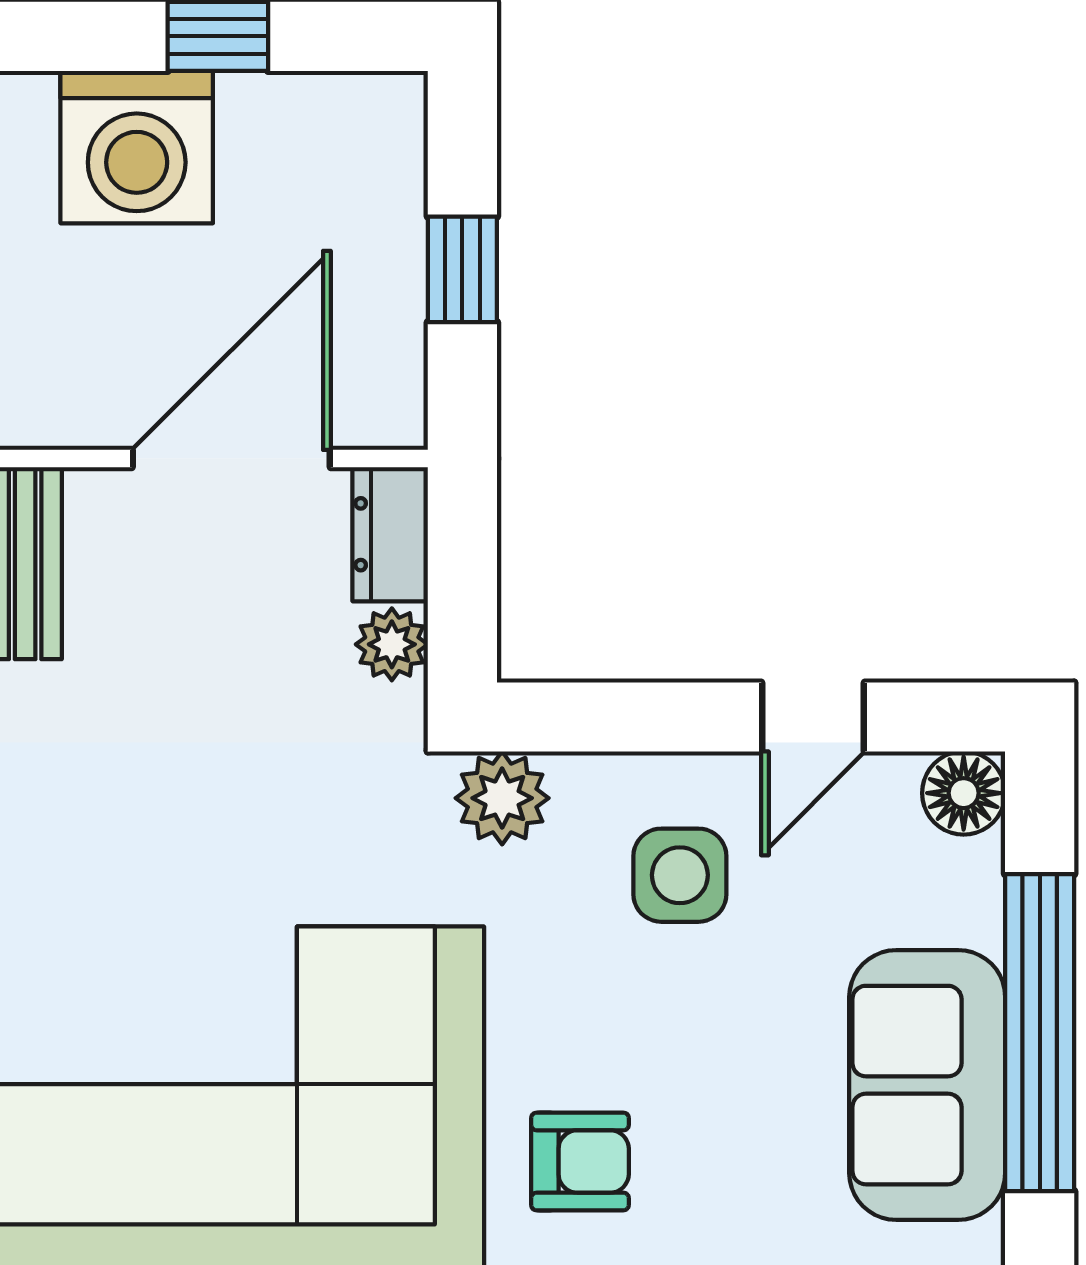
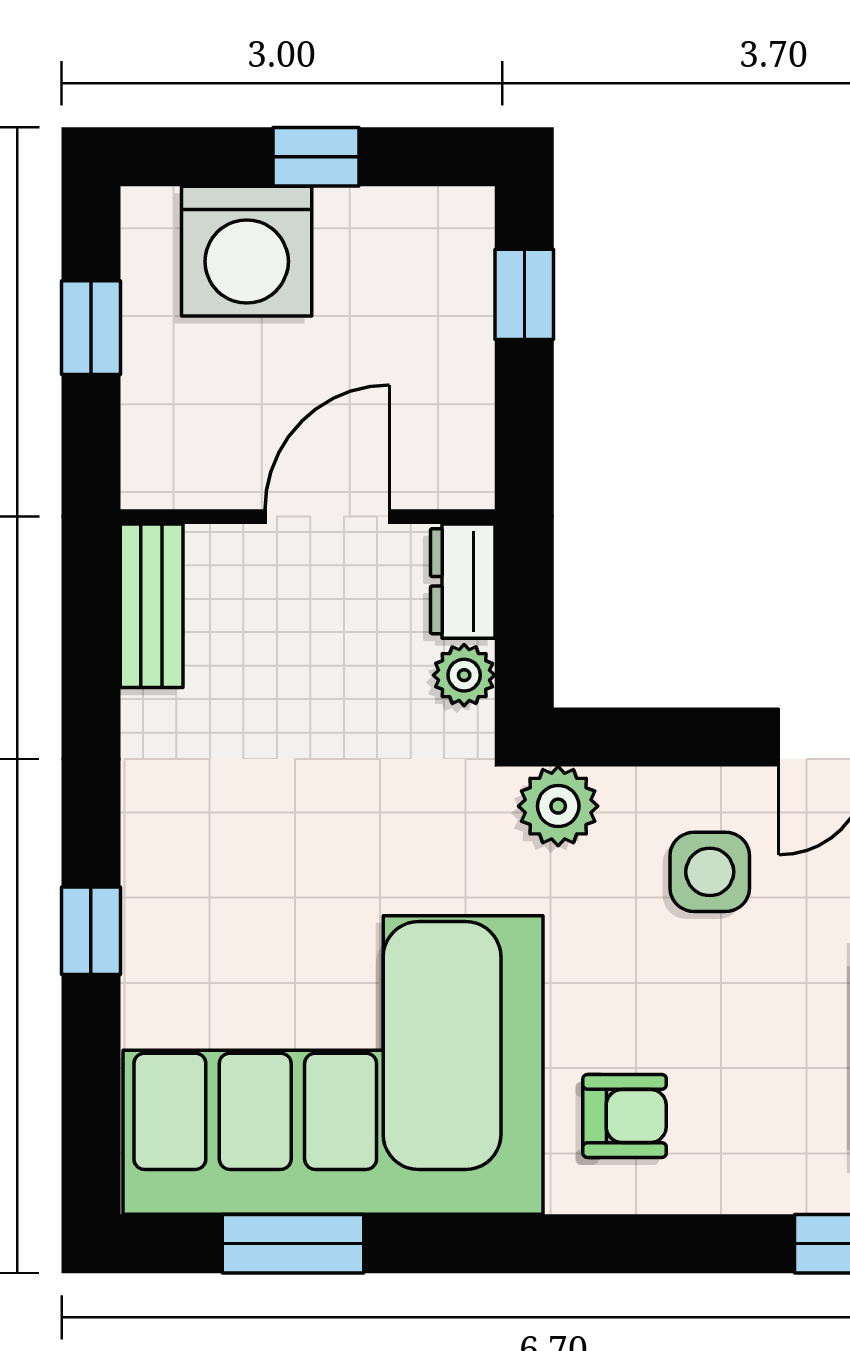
window: (462, 269) -> (524, 294), moved
door: (231, 458) -> (327, 517), width x0.73

